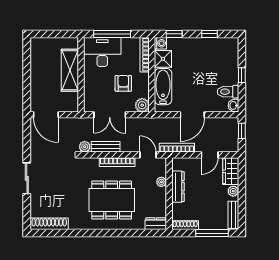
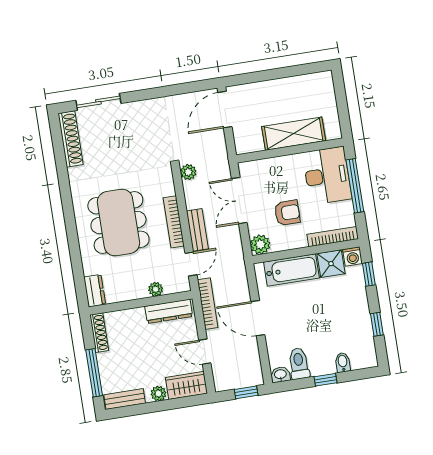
bidet: (232, 61) -> (343, 362), added
bench: (106, 147) -> (197, 230), moved
sliding door: (27, 178) -> (98, 102), moved
dresser: (178, 187) -> (169, 311), moved

